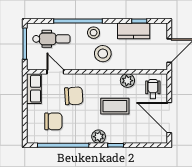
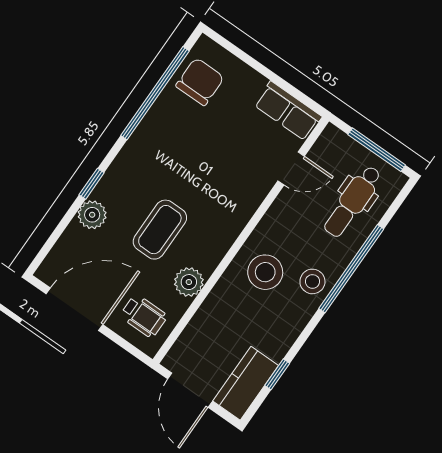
kitchen counter: (134, 31) -> (246, 383), moved
chair: (74, 96) -> (227, 171), removed
chair: (53, 121) -> (200, 82), moved, turned 180
plant: (99, 137) -> (92, 215), moved

